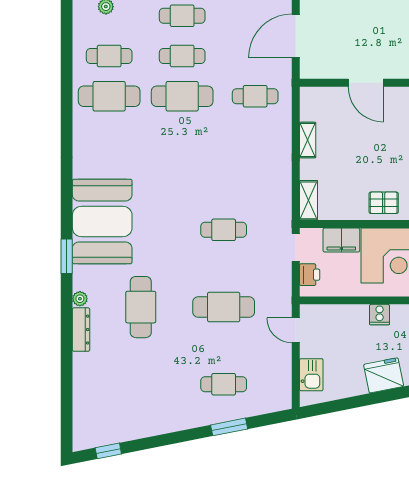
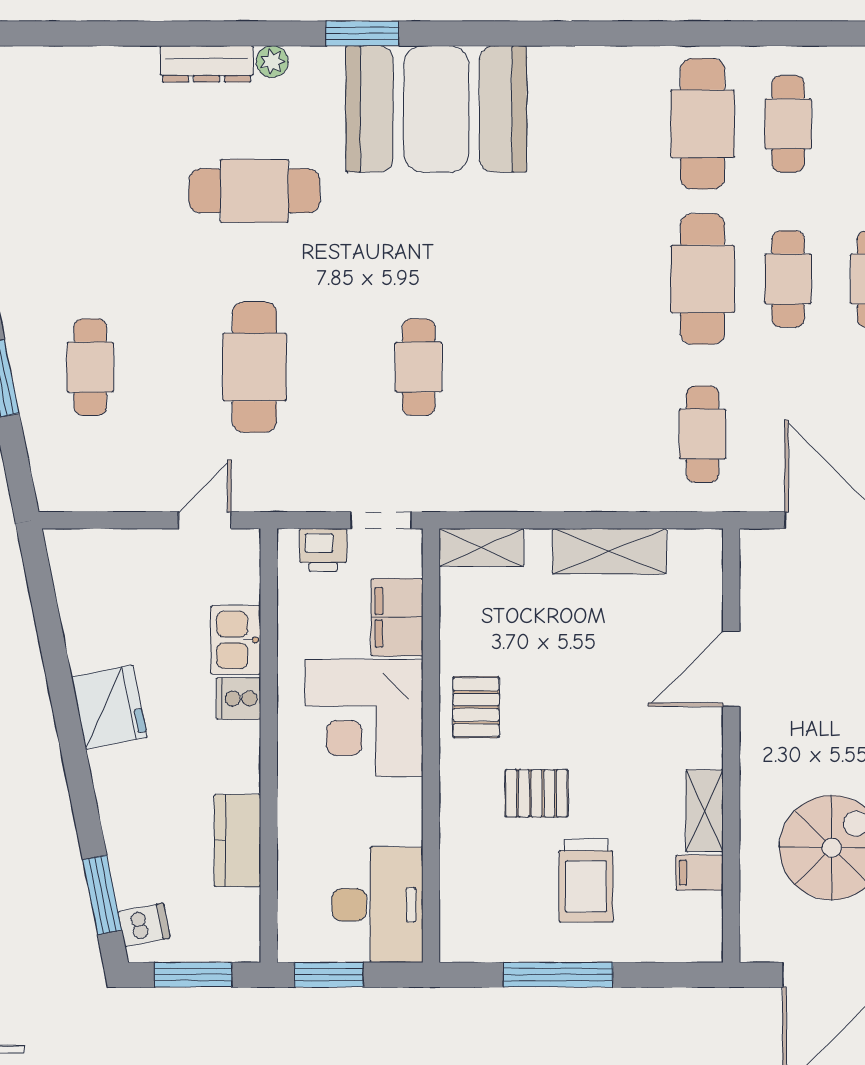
shelving: (308, 140) -> (609, 551), width x1.50, depth x1.33
kitchen sink: (311, 375) -> (236, 640), moved, turned 90

